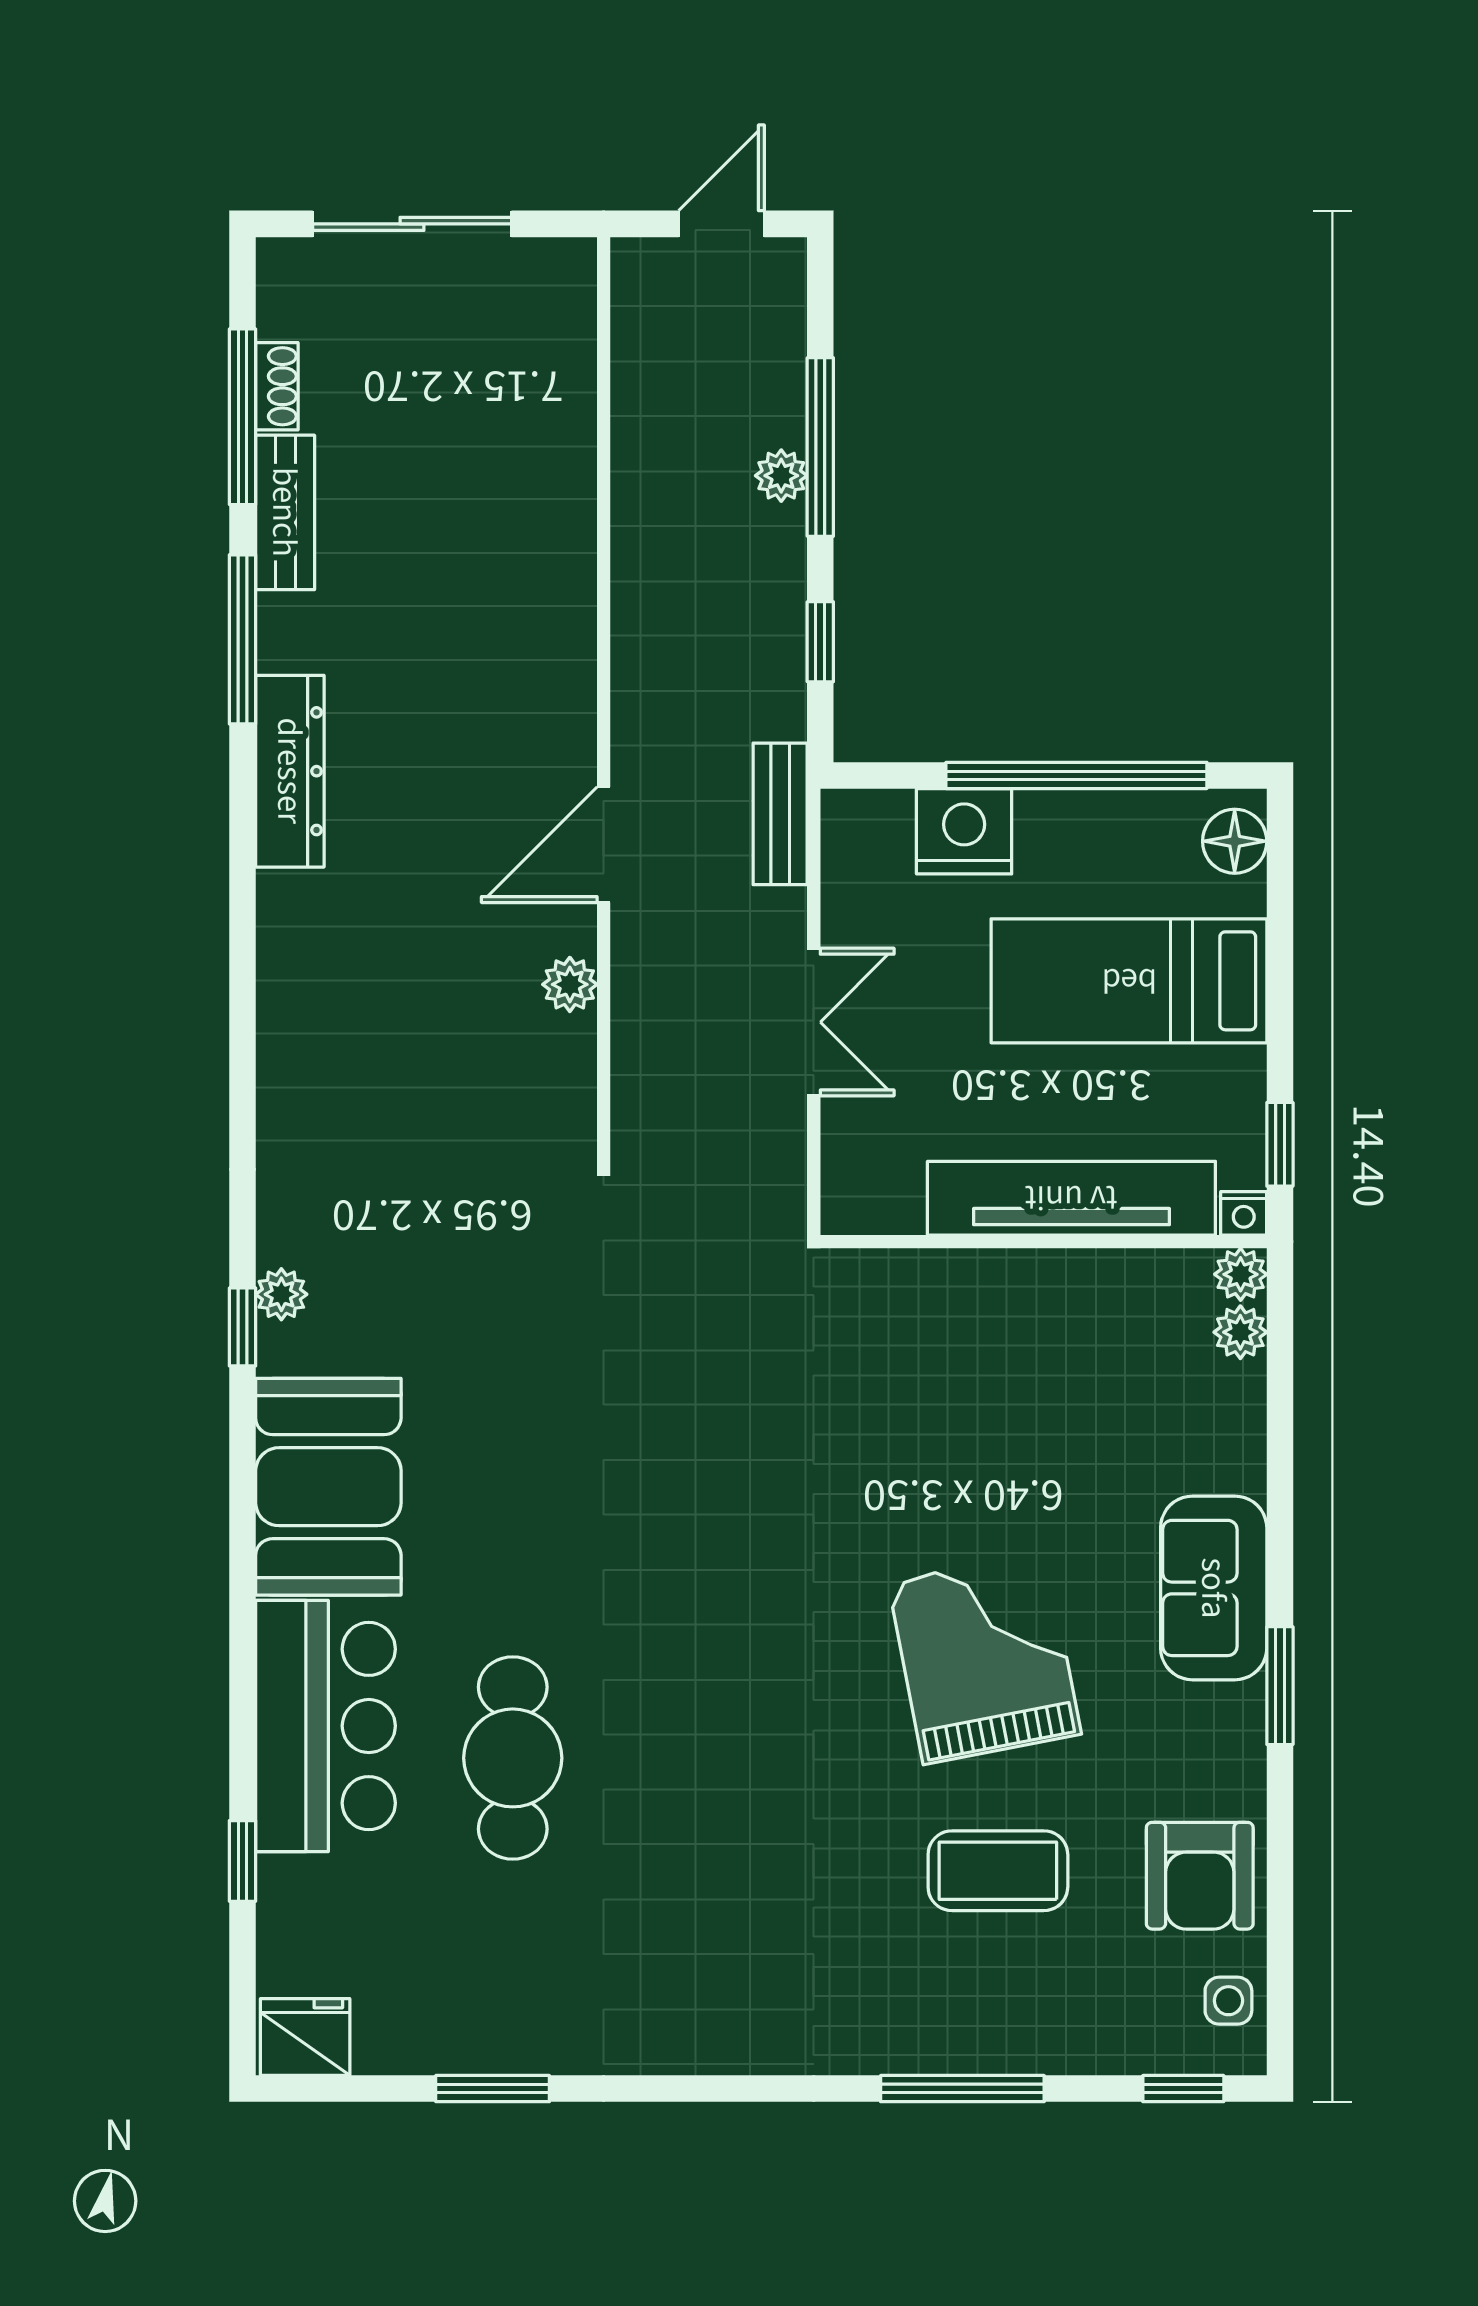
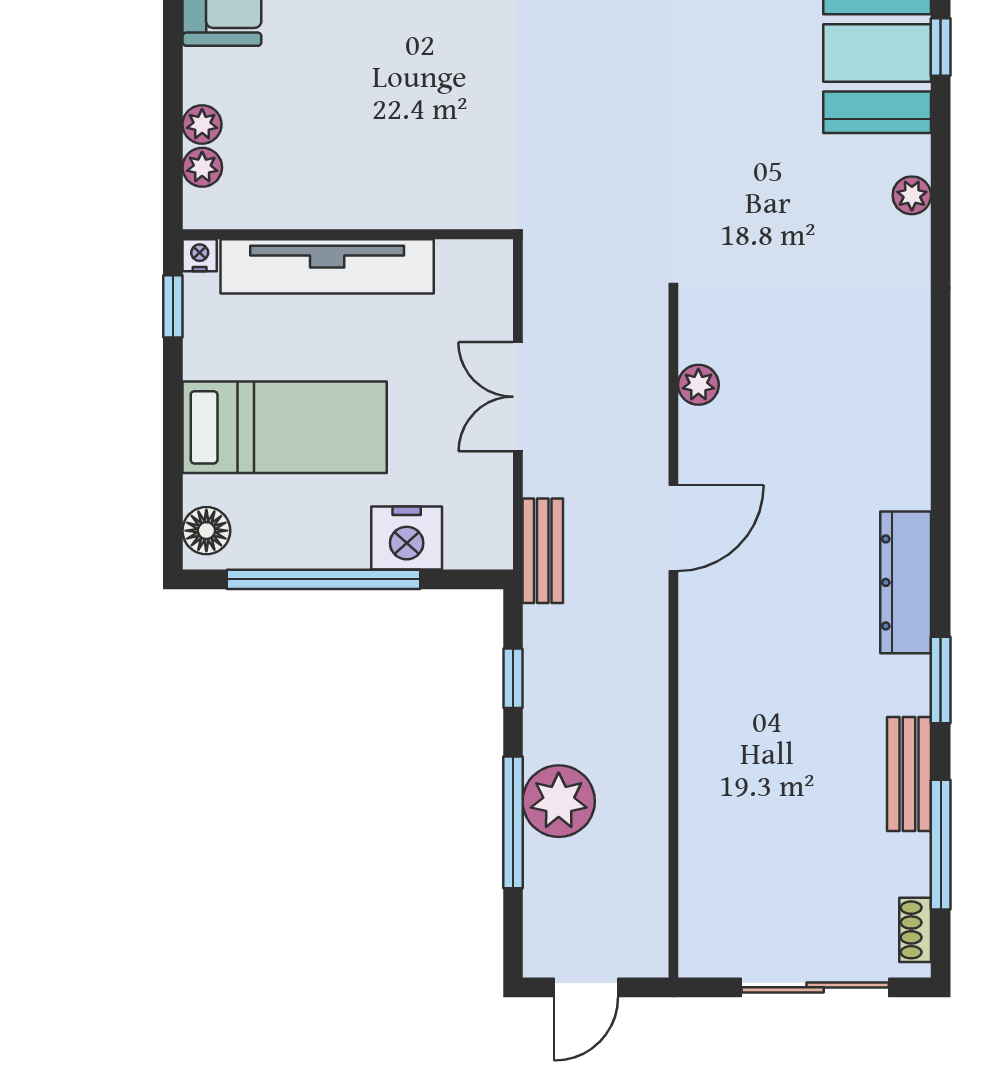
shoe rack: (277, 386) -> (915, 930), moved
plant: (781, 476) -> (559, 801), width x1.87, depth x1.87
window: (242, 639) -> (941, 680), width x0.69
plant: (570, 984) -> (698, 385), moved
plant: (1241, 1274) -> (202, 124), moved
window: (242, 1327) -> (941, 47), moved

